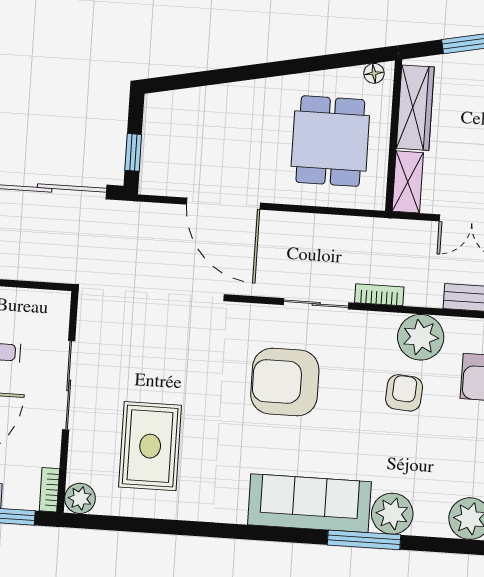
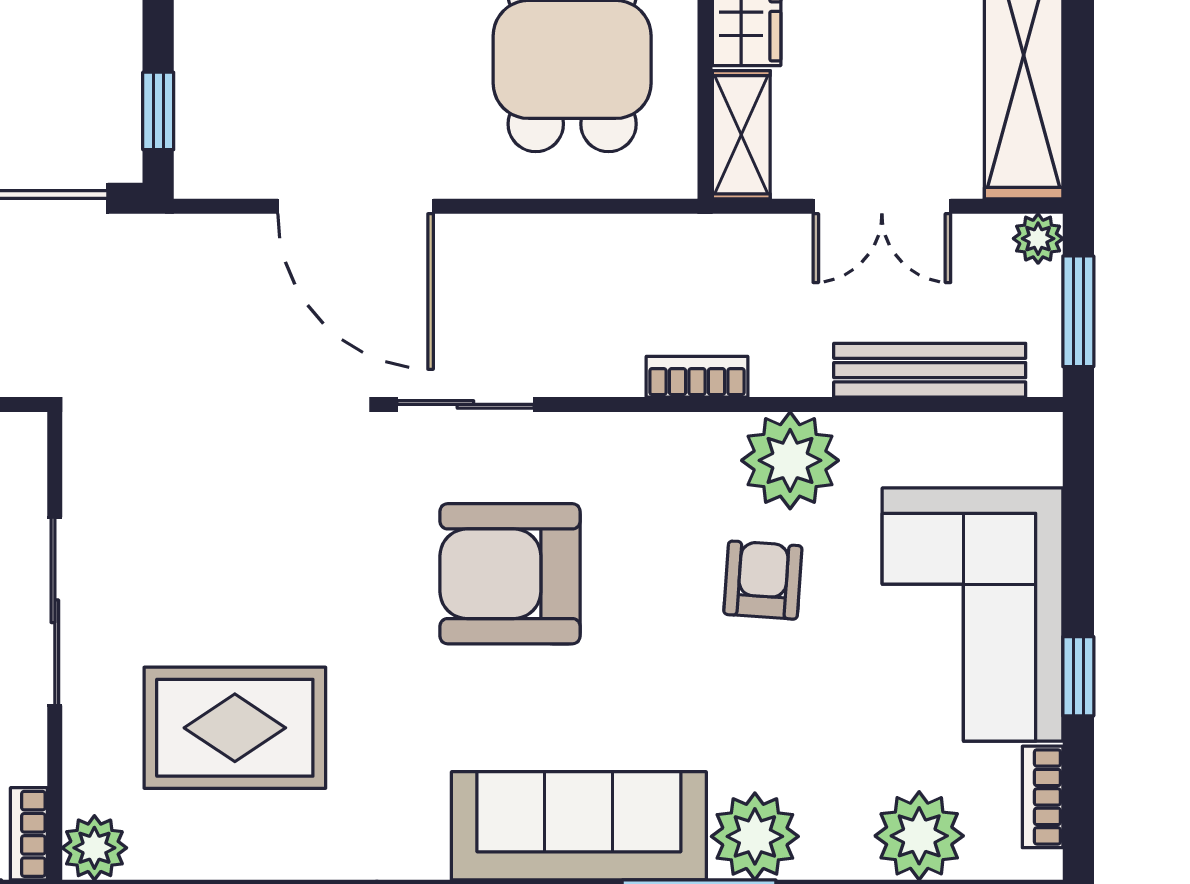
sliding door: (316, 304) -> (465, 404), moved
rug: (150, 446) -> (235, 728), turned 90

